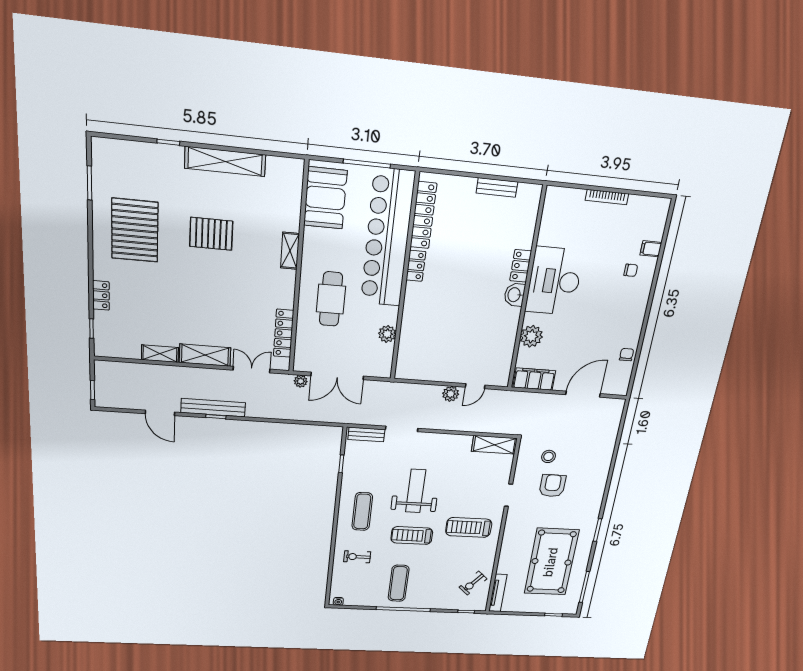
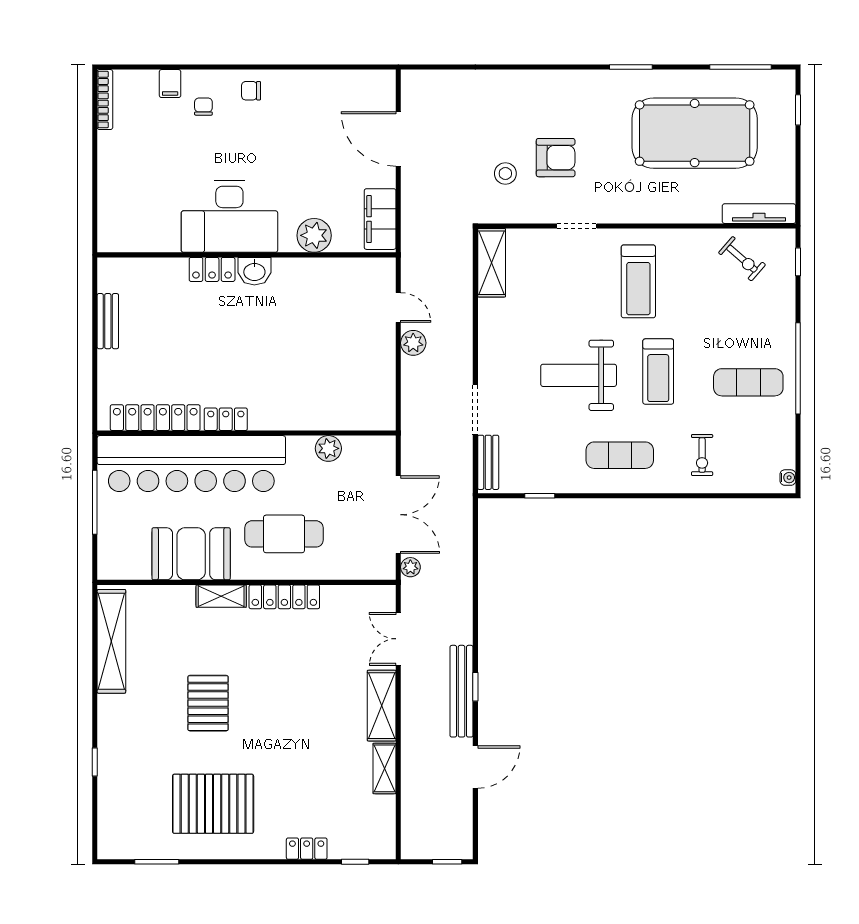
shelving: (225, 161) -> (111, 641), moved
bookcase: (607, 197) -> (105, 100), moved
booth: (325, 198) -> (191, 554), moved
locker: (284, 333) -> (284, 597), moved
chair: (627, 355) -> (251, 91), moved
armchair: (552, 486) -> (556, 158), turned 180

